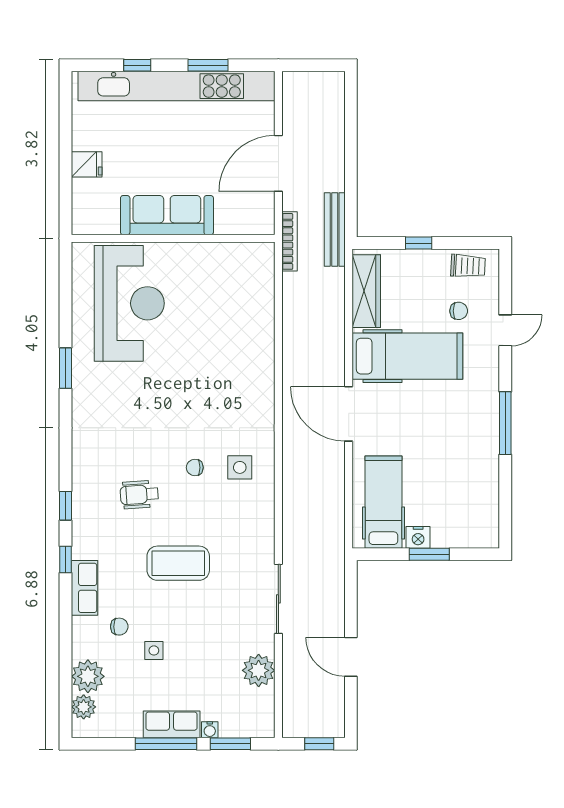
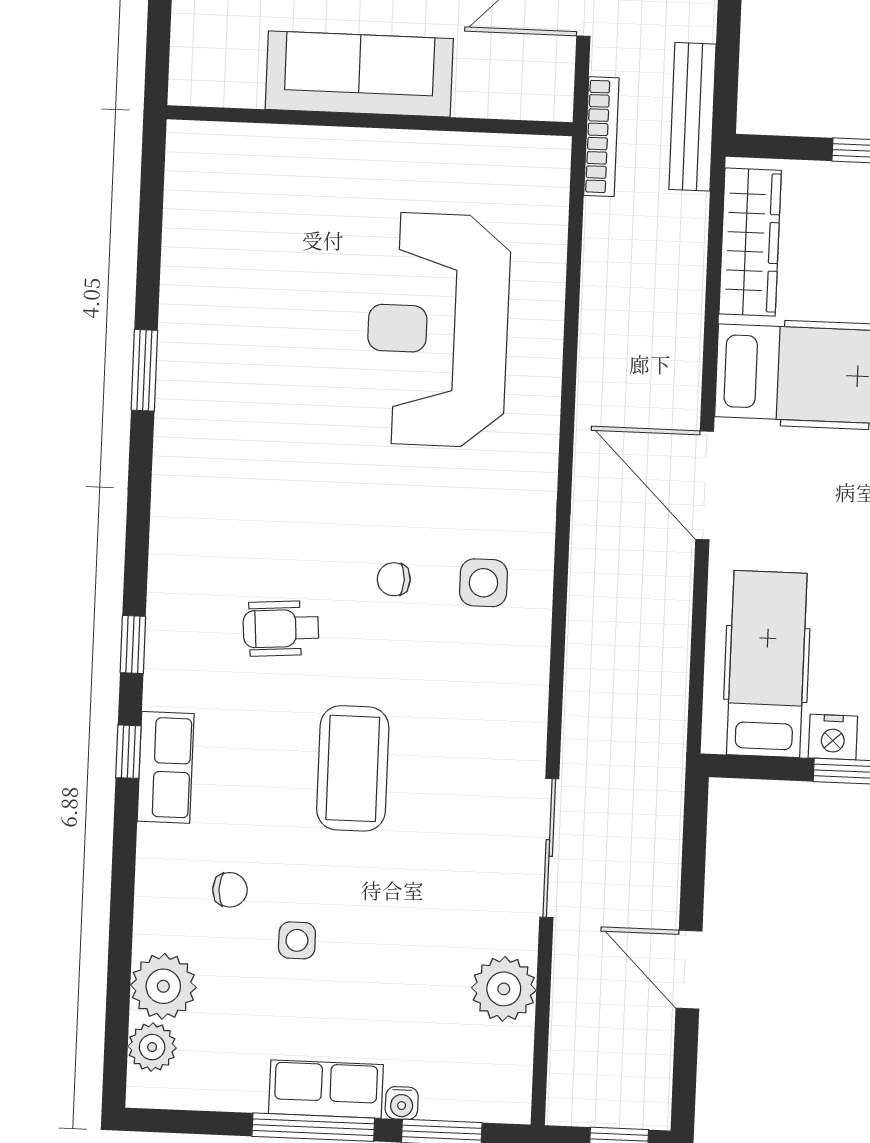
reception desk: (129, 303) -> (438, 330), moved, turned 180
coffee table: (178, 563) -> (353, 768), turned 90
row of seats: (84, 588) -> (166, 767), moved

